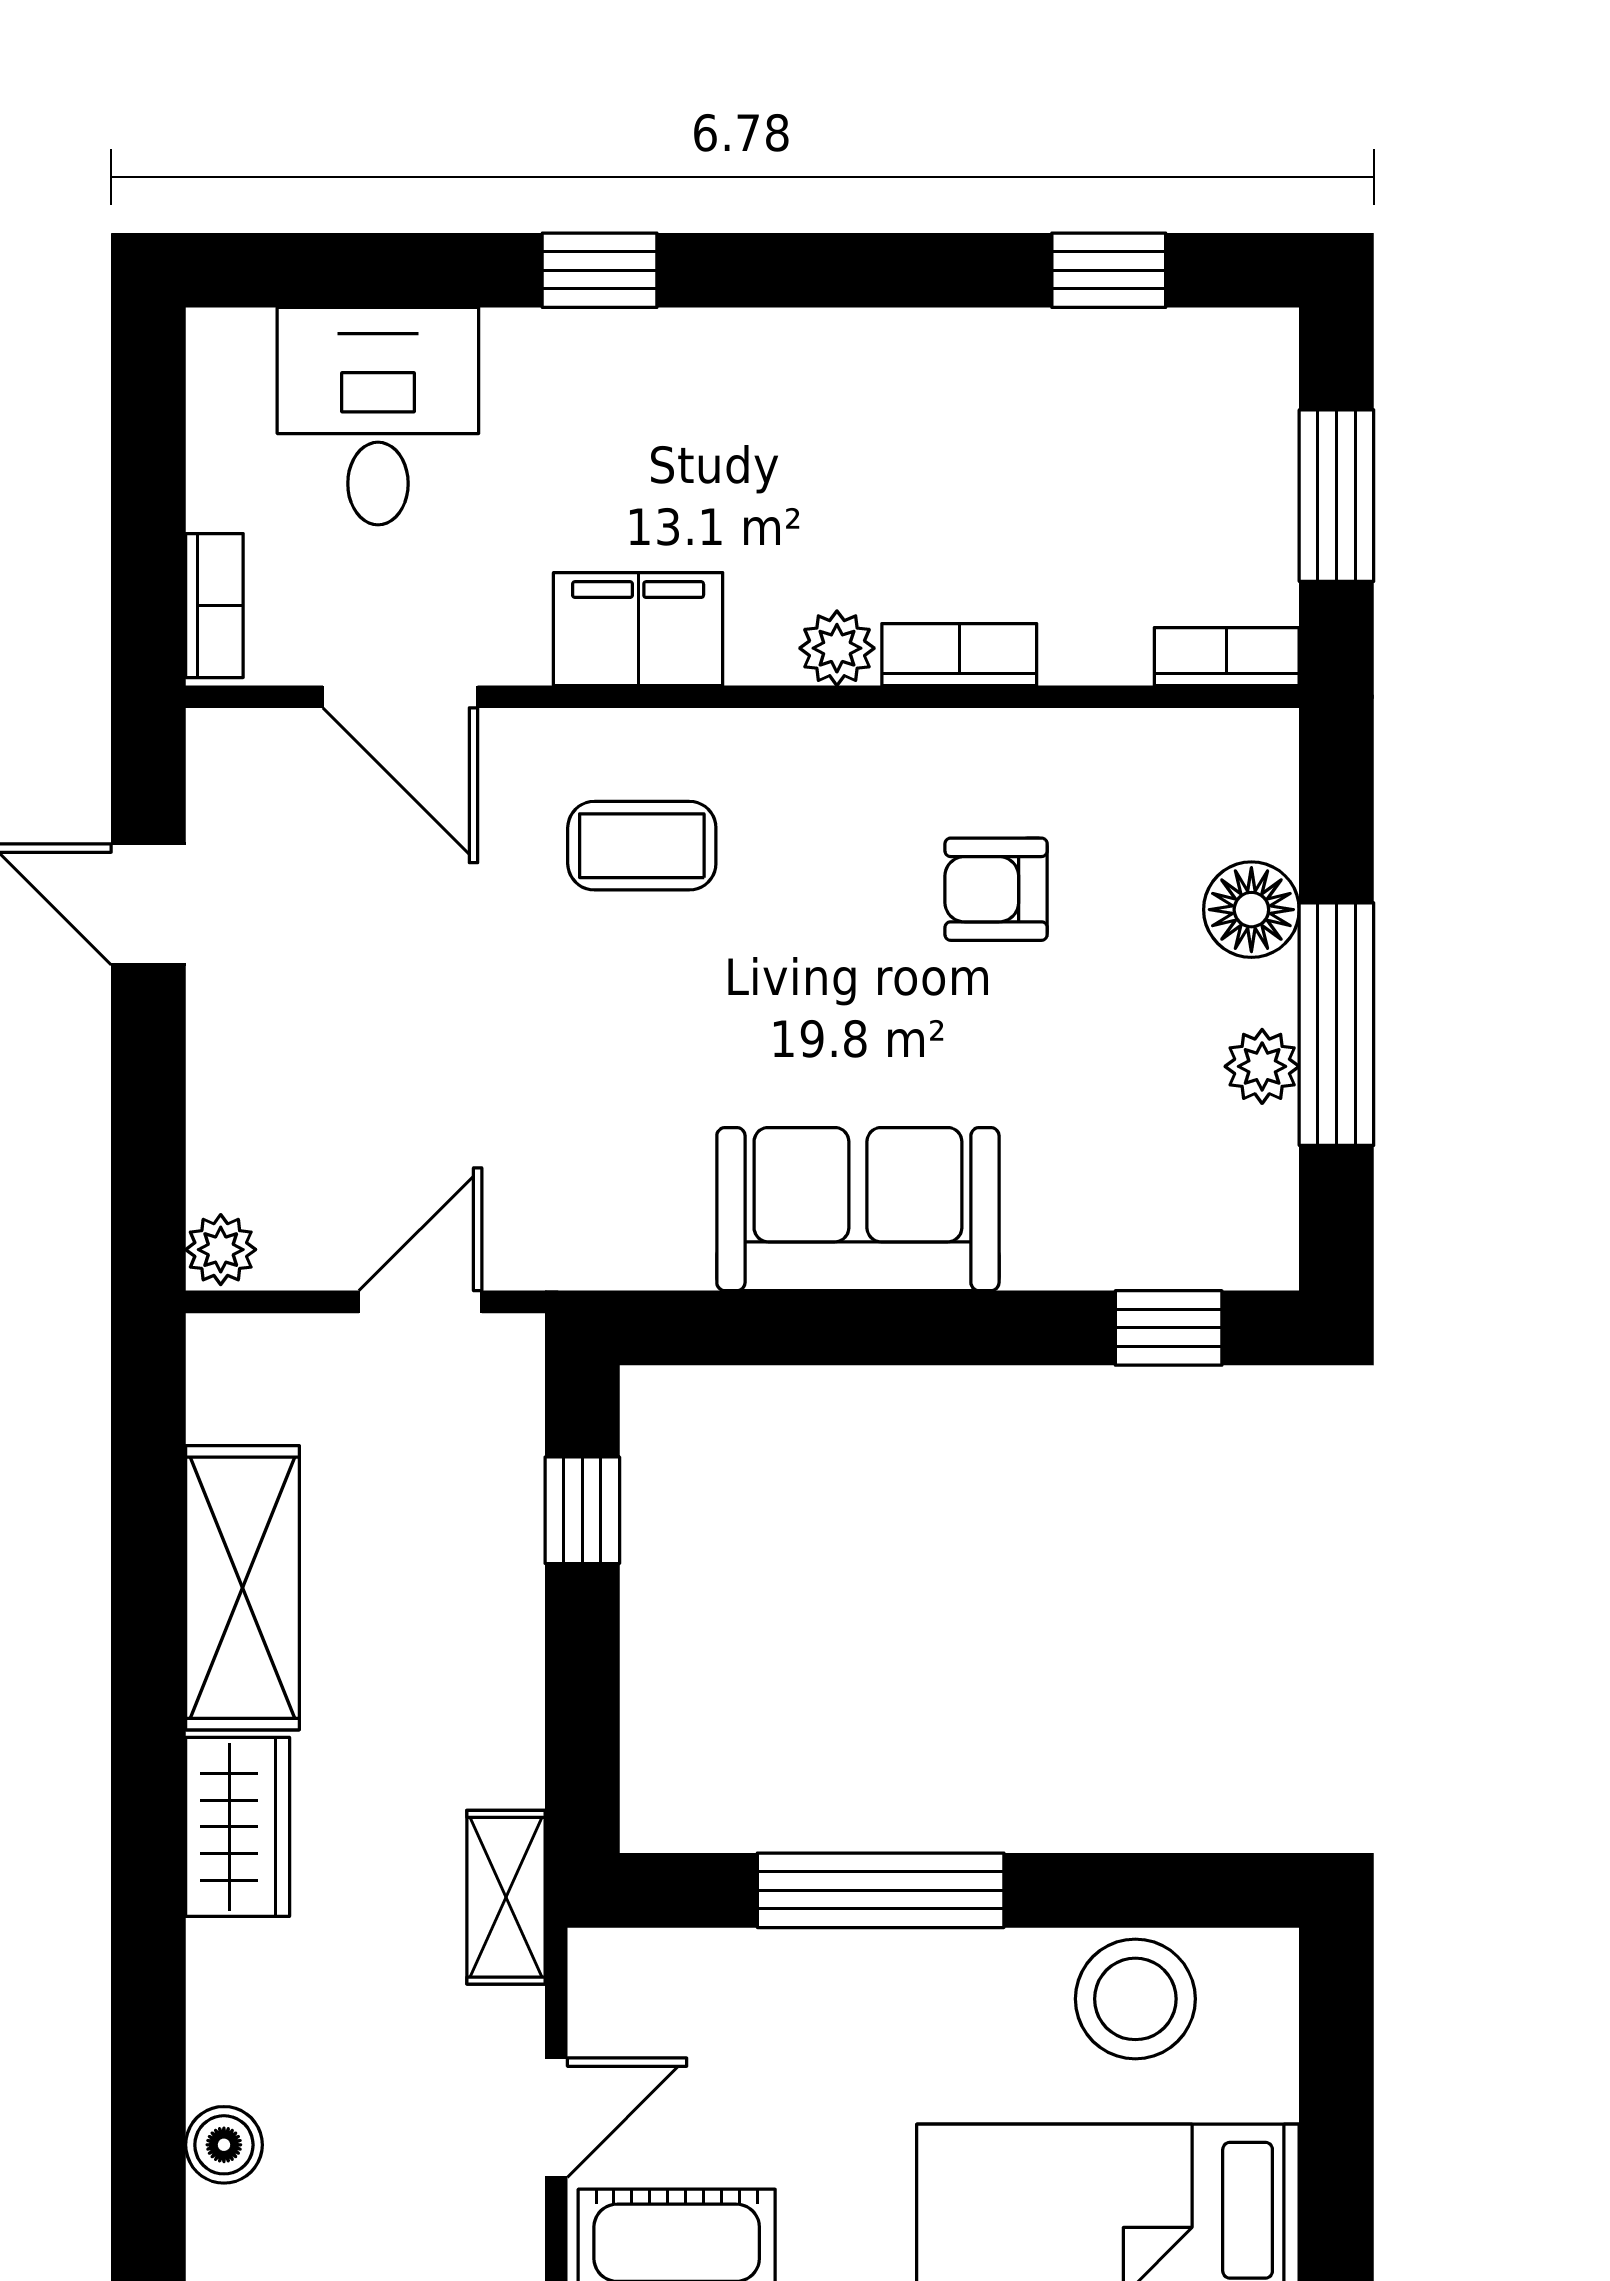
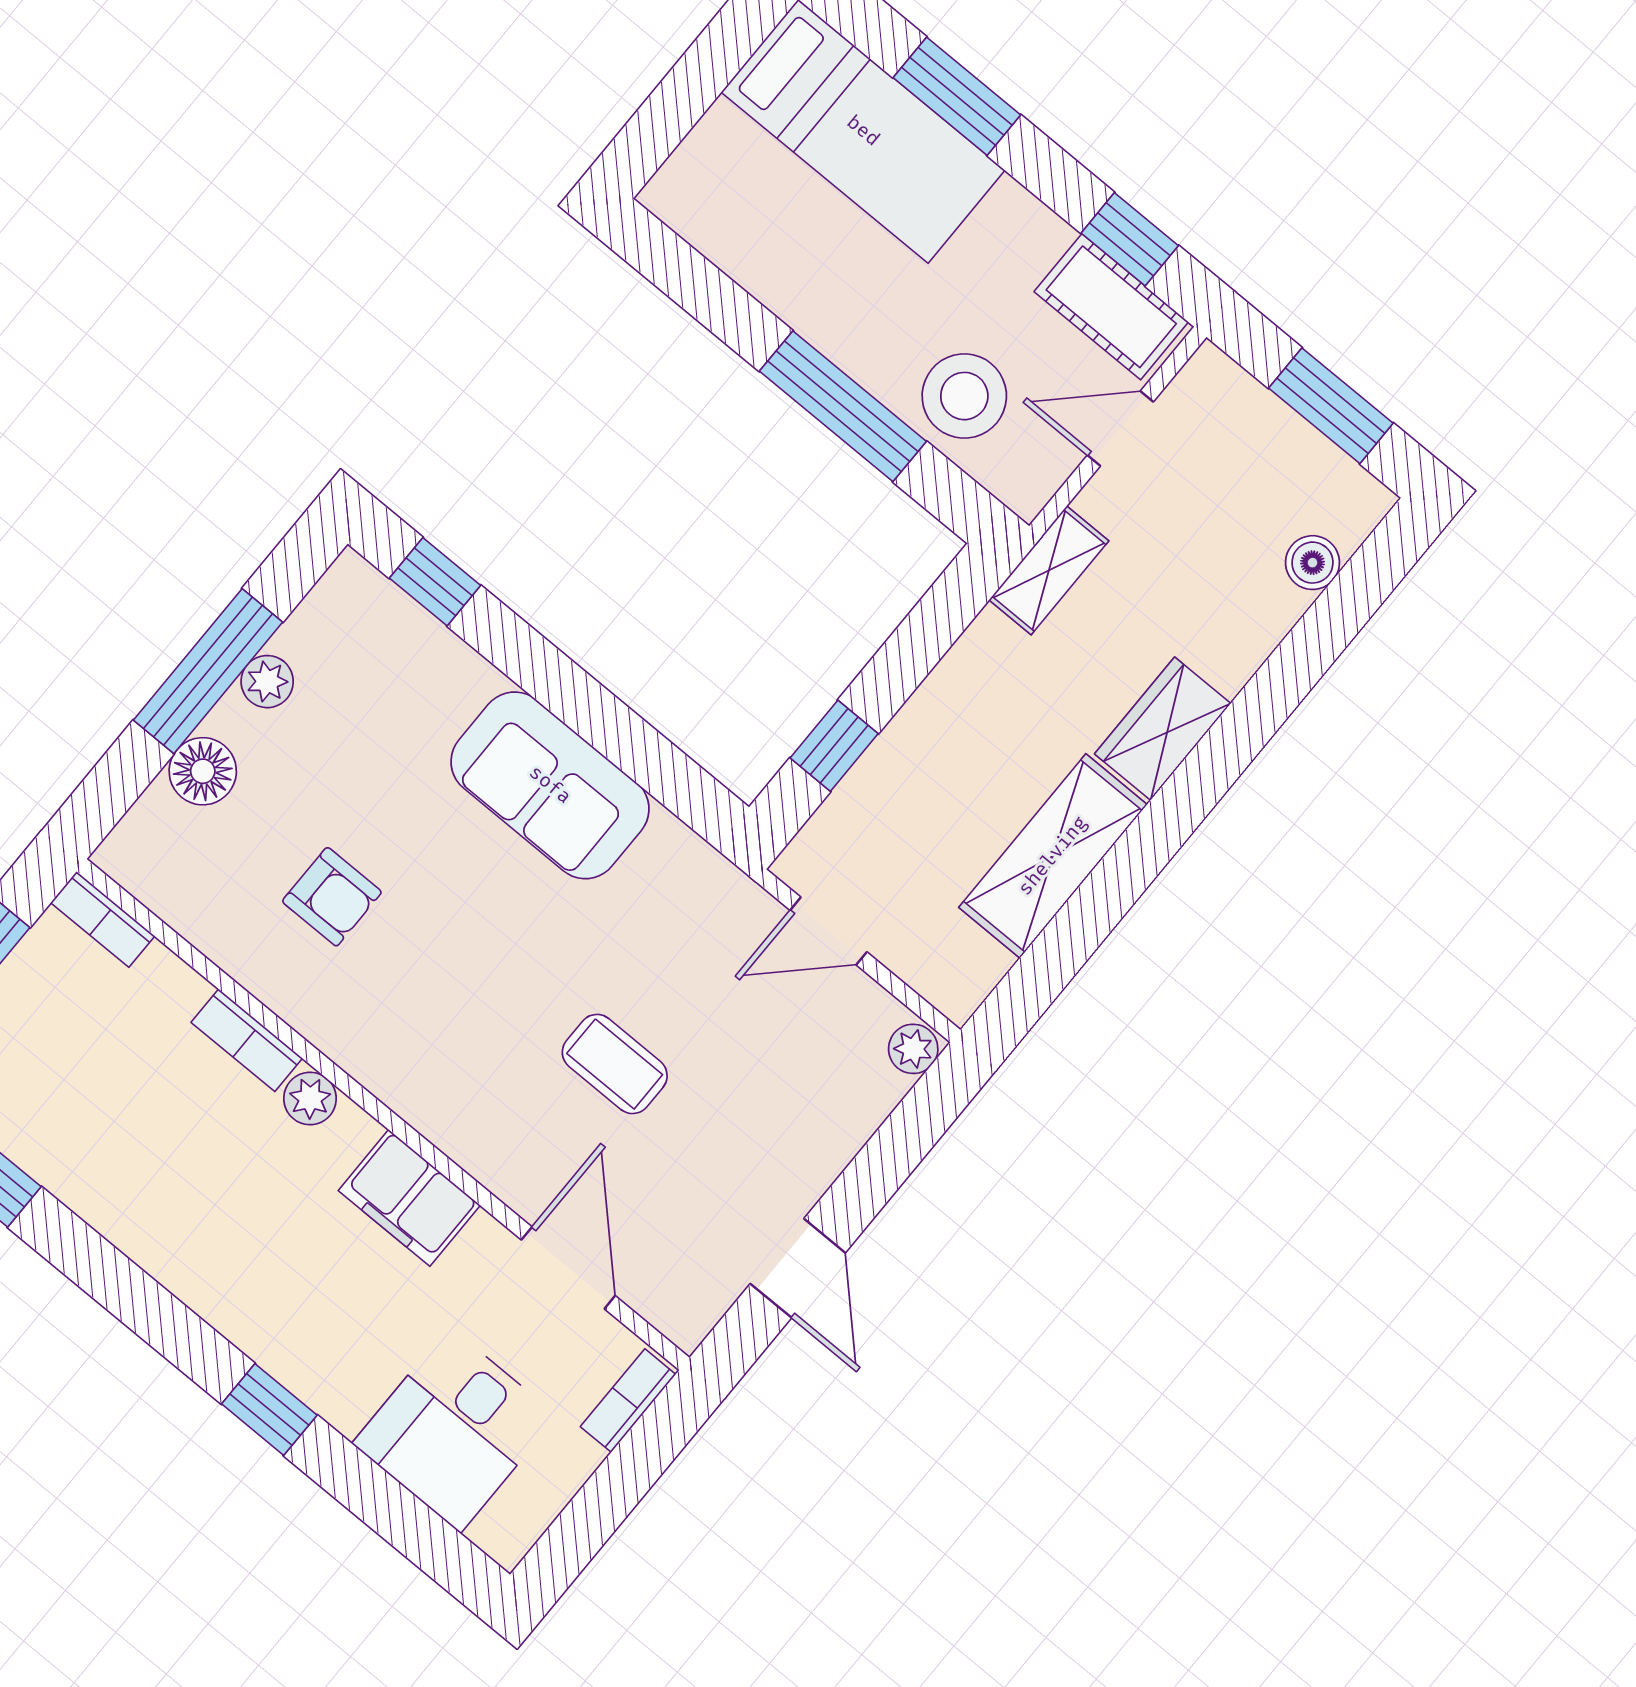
coffee table: (642, 846) -> (615, 1064), moved
stool: (1135, 1999) -> (964, 396), moved

